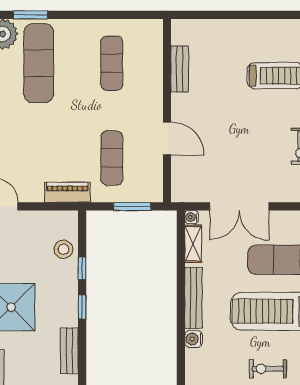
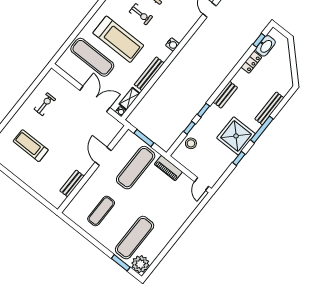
exercise mat: (112, 158) -> (136, 168), width x1.36, depth x1.45
water cooler: (193, 339) -> (172, 44), moved

